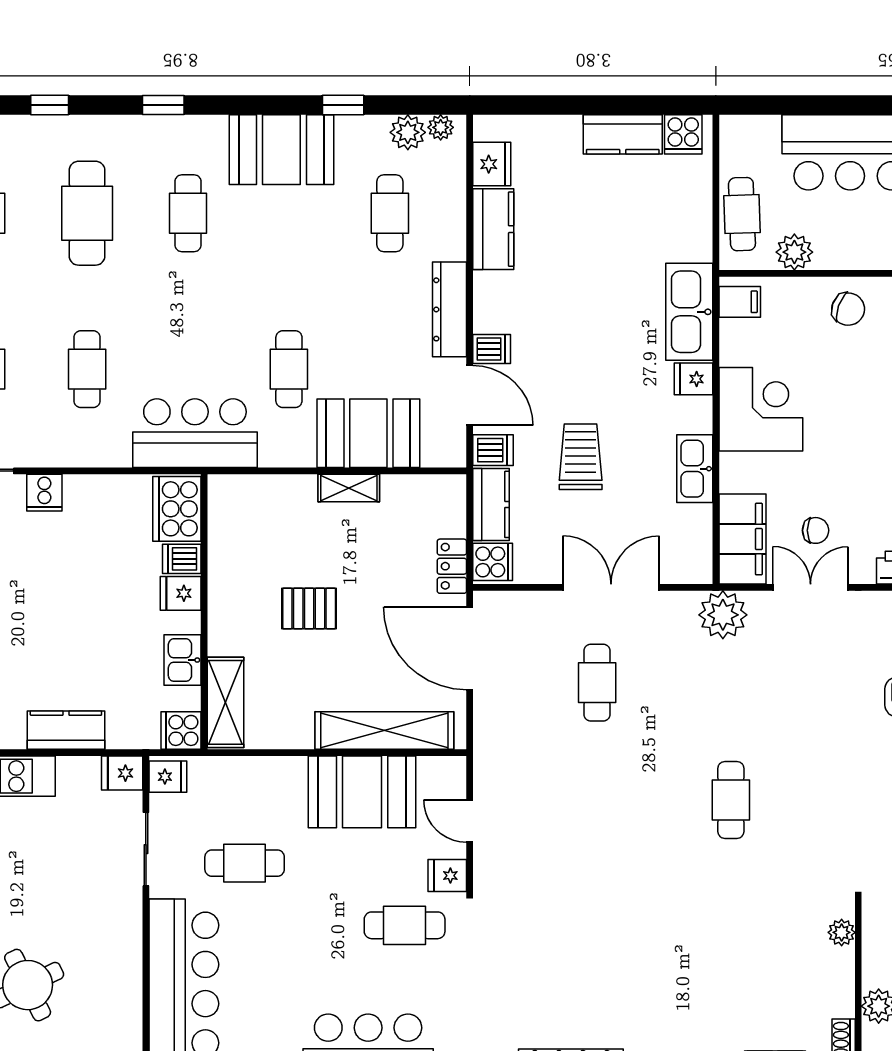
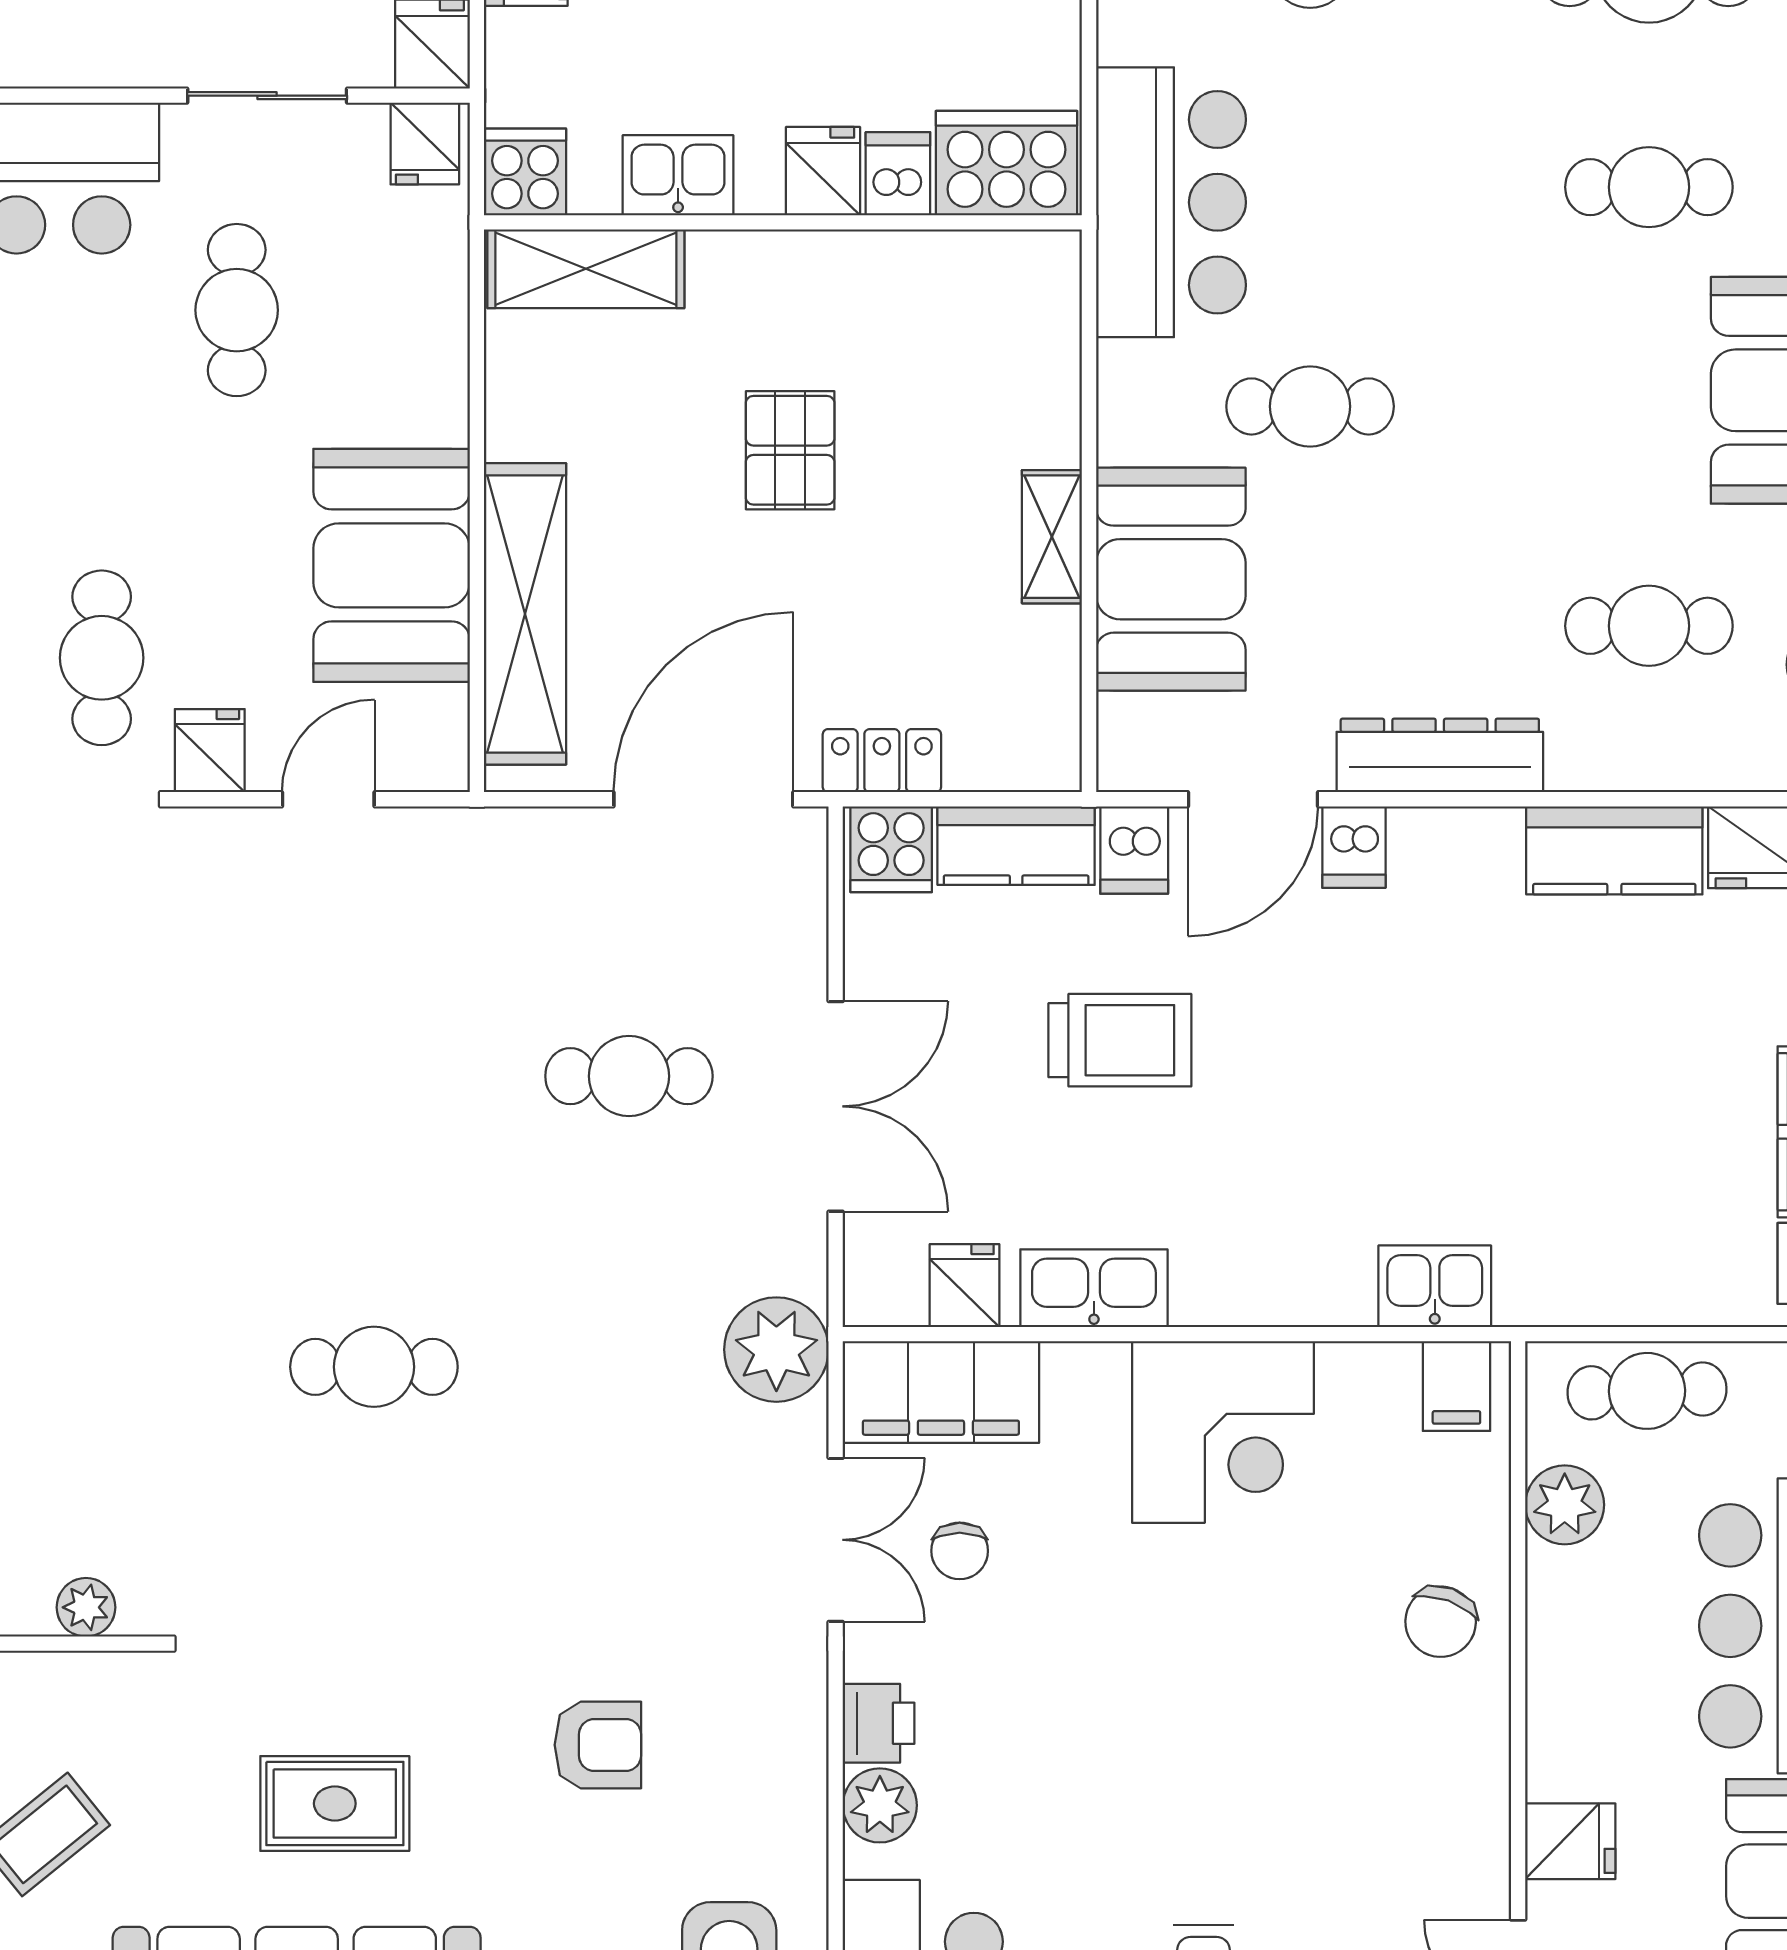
kitchen sink: (689, 312) -> (1435, 1286), width x0.53, depth x0.81
fridge: (693, 379) -> (964, 1286), moved

